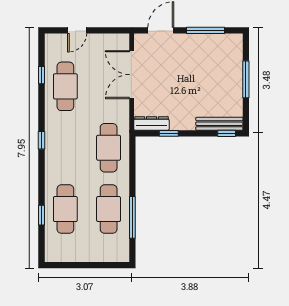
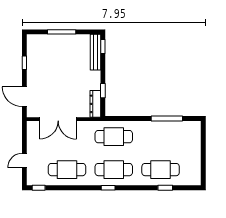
door: (77, 30) -> (24, 161), swing flipped
window: (205, 30) -> (24, 63), width x0.46
window: (42, 75) -> (39, 188), moved
cafe table: (109, 209) -> (114, 170), moved

